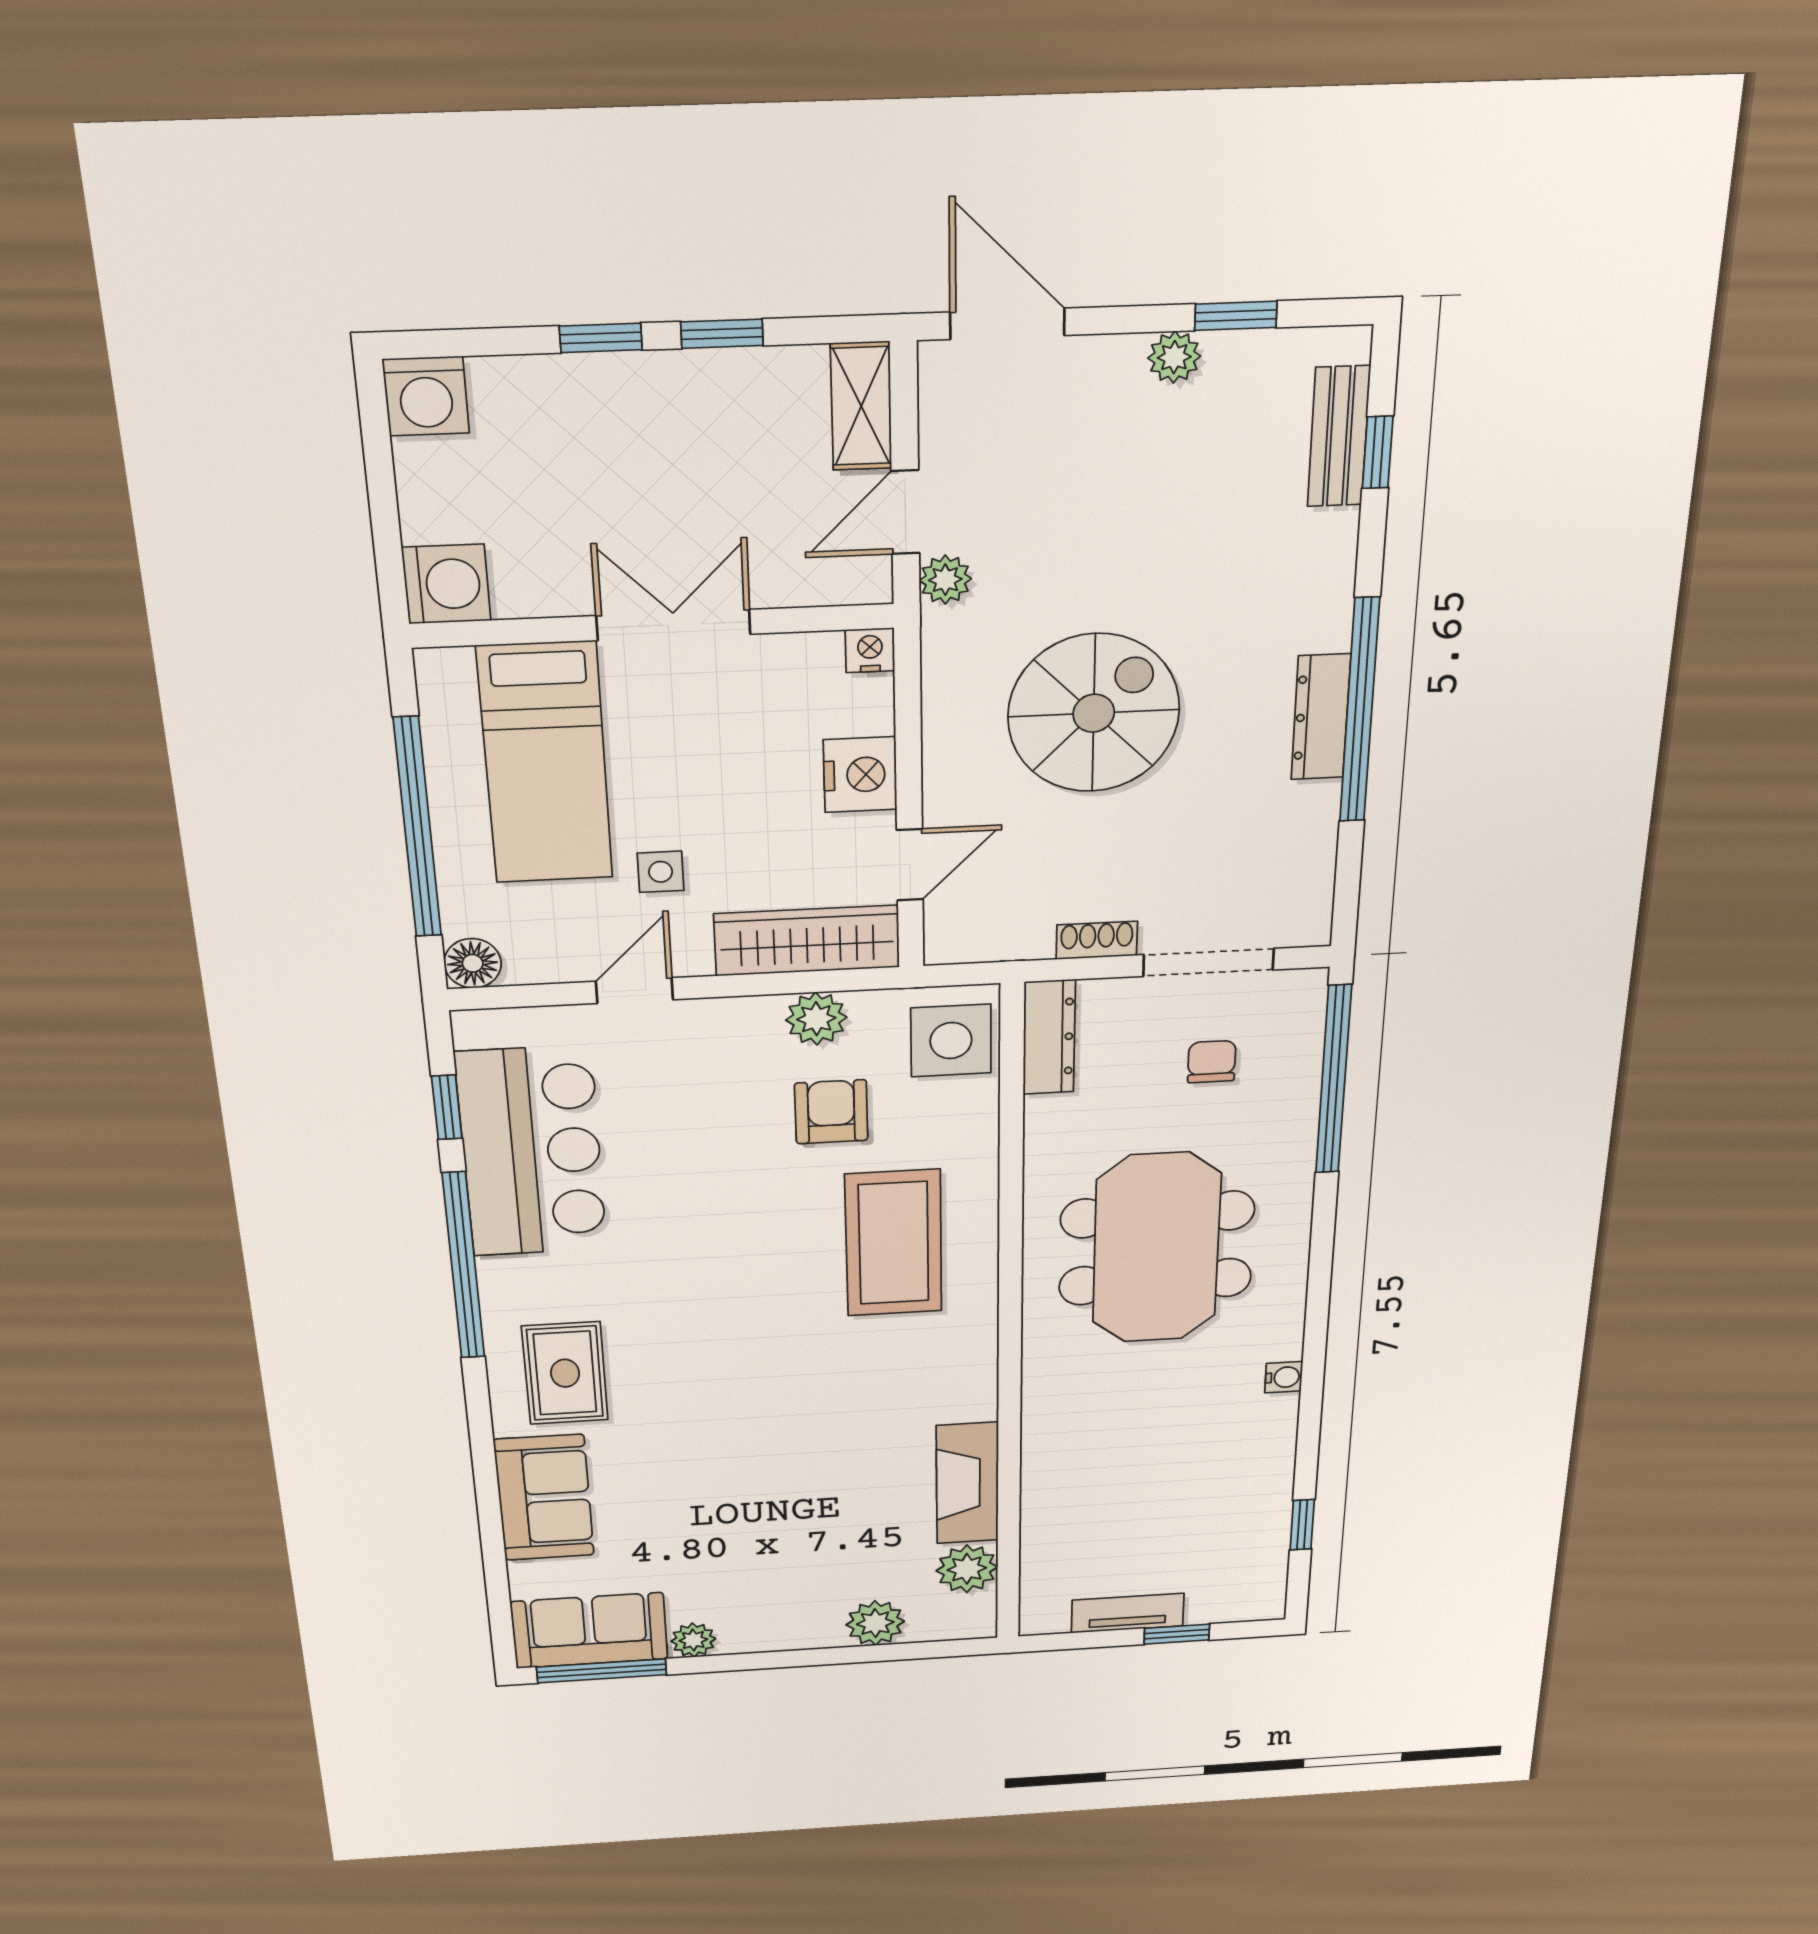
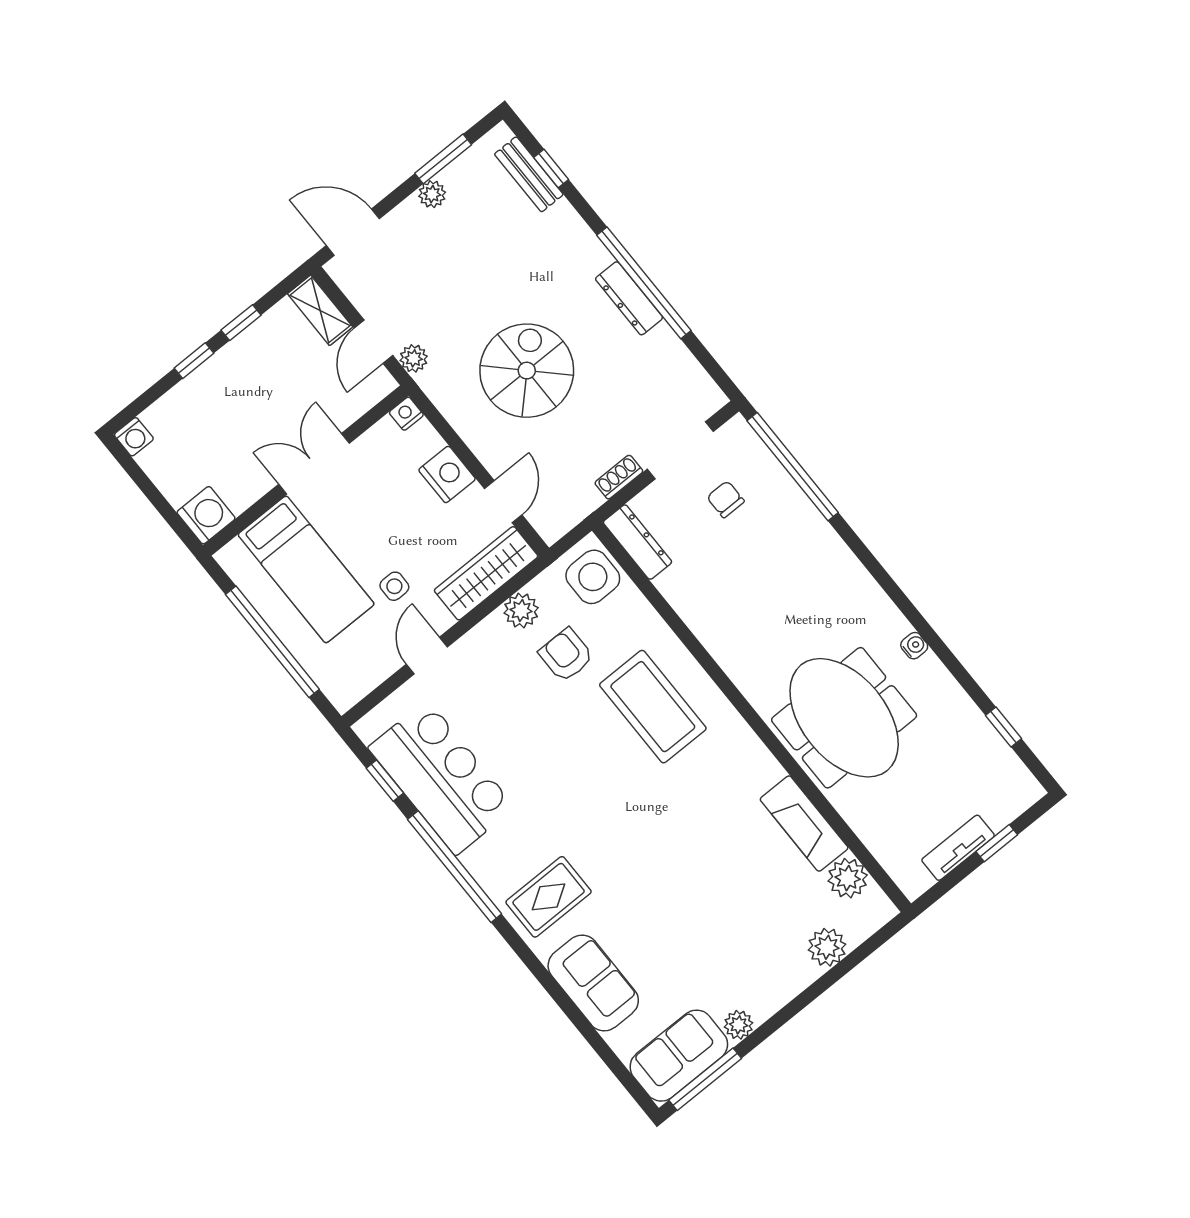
window: (1236, 316) -> (443, 159), width x1.50
washing machine: (426, 396) -> (134, 437), width x0.73, depth x0.73
floor lamp: (473, 963) -> (344, 694), removed
meeting table: (1156, 1248) -> (844, 718), moved
rug: (565, 1373) -> (549, 897), turned 90

